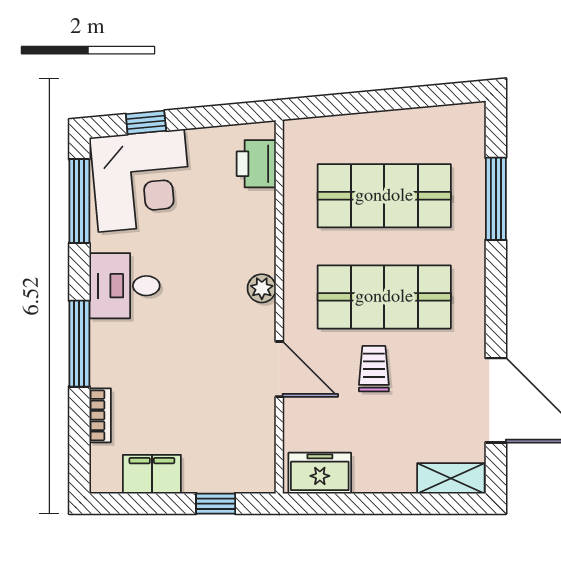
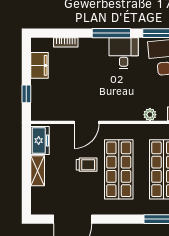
plant: (262, 288) -> (150, 115), moved
window: (79, 344) -> (111, 33), moved
shelving: (451, 478) -> (38, 171), moved

